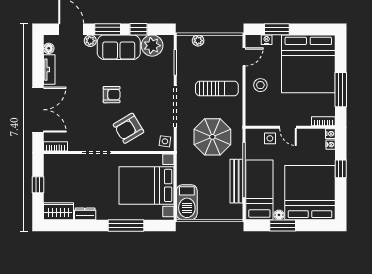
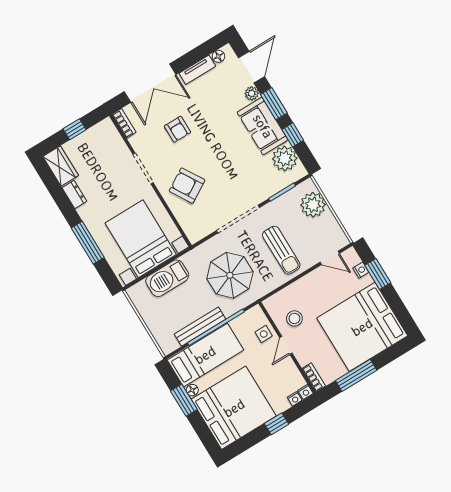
plant: (198, 41) -> (313, 205), width x1.88, depth x1.88
stool: (260, 85) -> (294, 318), moved
armchair: (112, 95) -> (177, 129), moved
side table: (165, 141) -> (196, 230), removed
barbecue: (187, 202) -> (167, 278), moved

